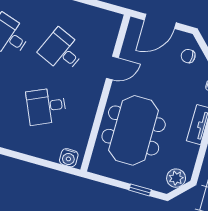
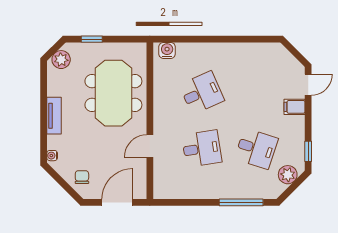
desk: (62, 51) -> (202, 149), turned -33
chair: (188, 56) -> (82, 177), turned -90

